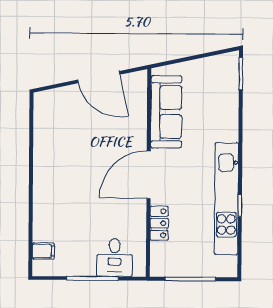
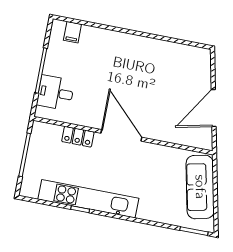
sofa: (166, 112) -> (200, 187), moved, turned 78

